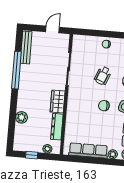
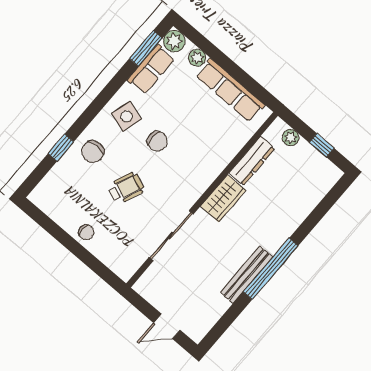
door: (52, 29) -> (167, 326), moved
bench: (26, 48) -> (246, 275), moved
window: (16, 70) -> (271, 269), moved
plant: (21, 117) -> (295, 214), removed

